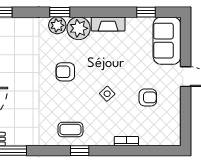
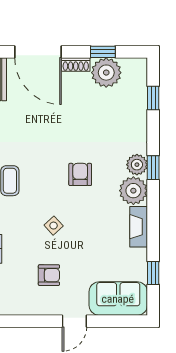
armchair: (148, 97) -> (49, 275), turned -90

